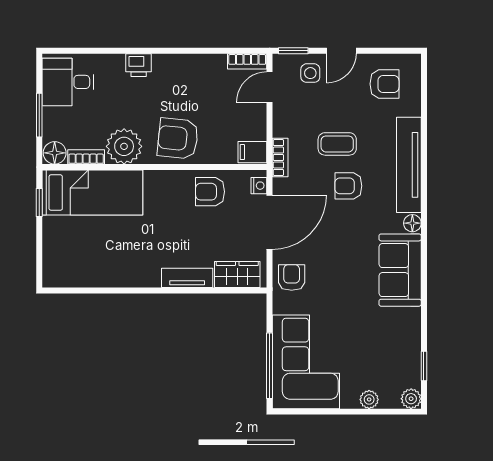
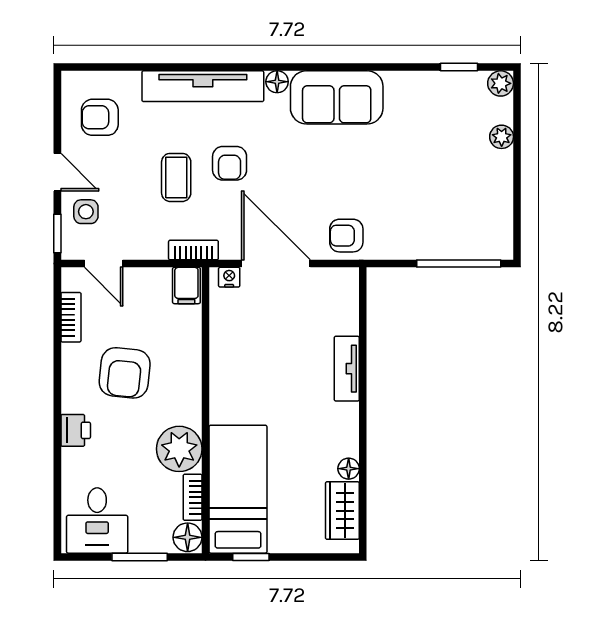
bookcase: (247, 61) -> (71, 317), moved
armchair: (384, 84) -> (100, 117), turned -90
armchair: (178, 138) -> (125, 373), moved
armchair: (210, 192) -> (237, 339), removed
wardrobe: (237, 274) -> (342, 511), moved
floor lamp: (109, 279) -> (349, 469), added
corner sofa: (306, 362) -> (454, 217), removed

